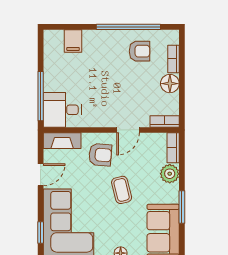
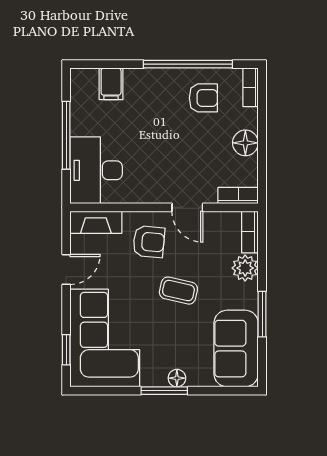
bookcase: (174, 59) -> (251, 87), moved
window: (41, 96) -> (66, 135), moved
desk: (62, 110) -> (96, 170), width x1.37
door: (128, 130) -> (187, 207), hinge flipped
coffee table: (122, 190) -> (178, 291), turned -63

